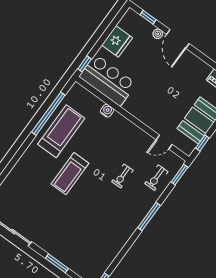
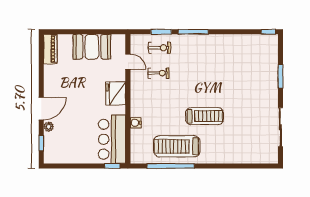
fridge: (117, 41) -> (116, 93), moved, turned -90
window: (202, 143) -> (107, 32), removed
window: (179, 175) -> (161, 32), moved
exercise bike: (122, 176) -> (159, 73), moved

